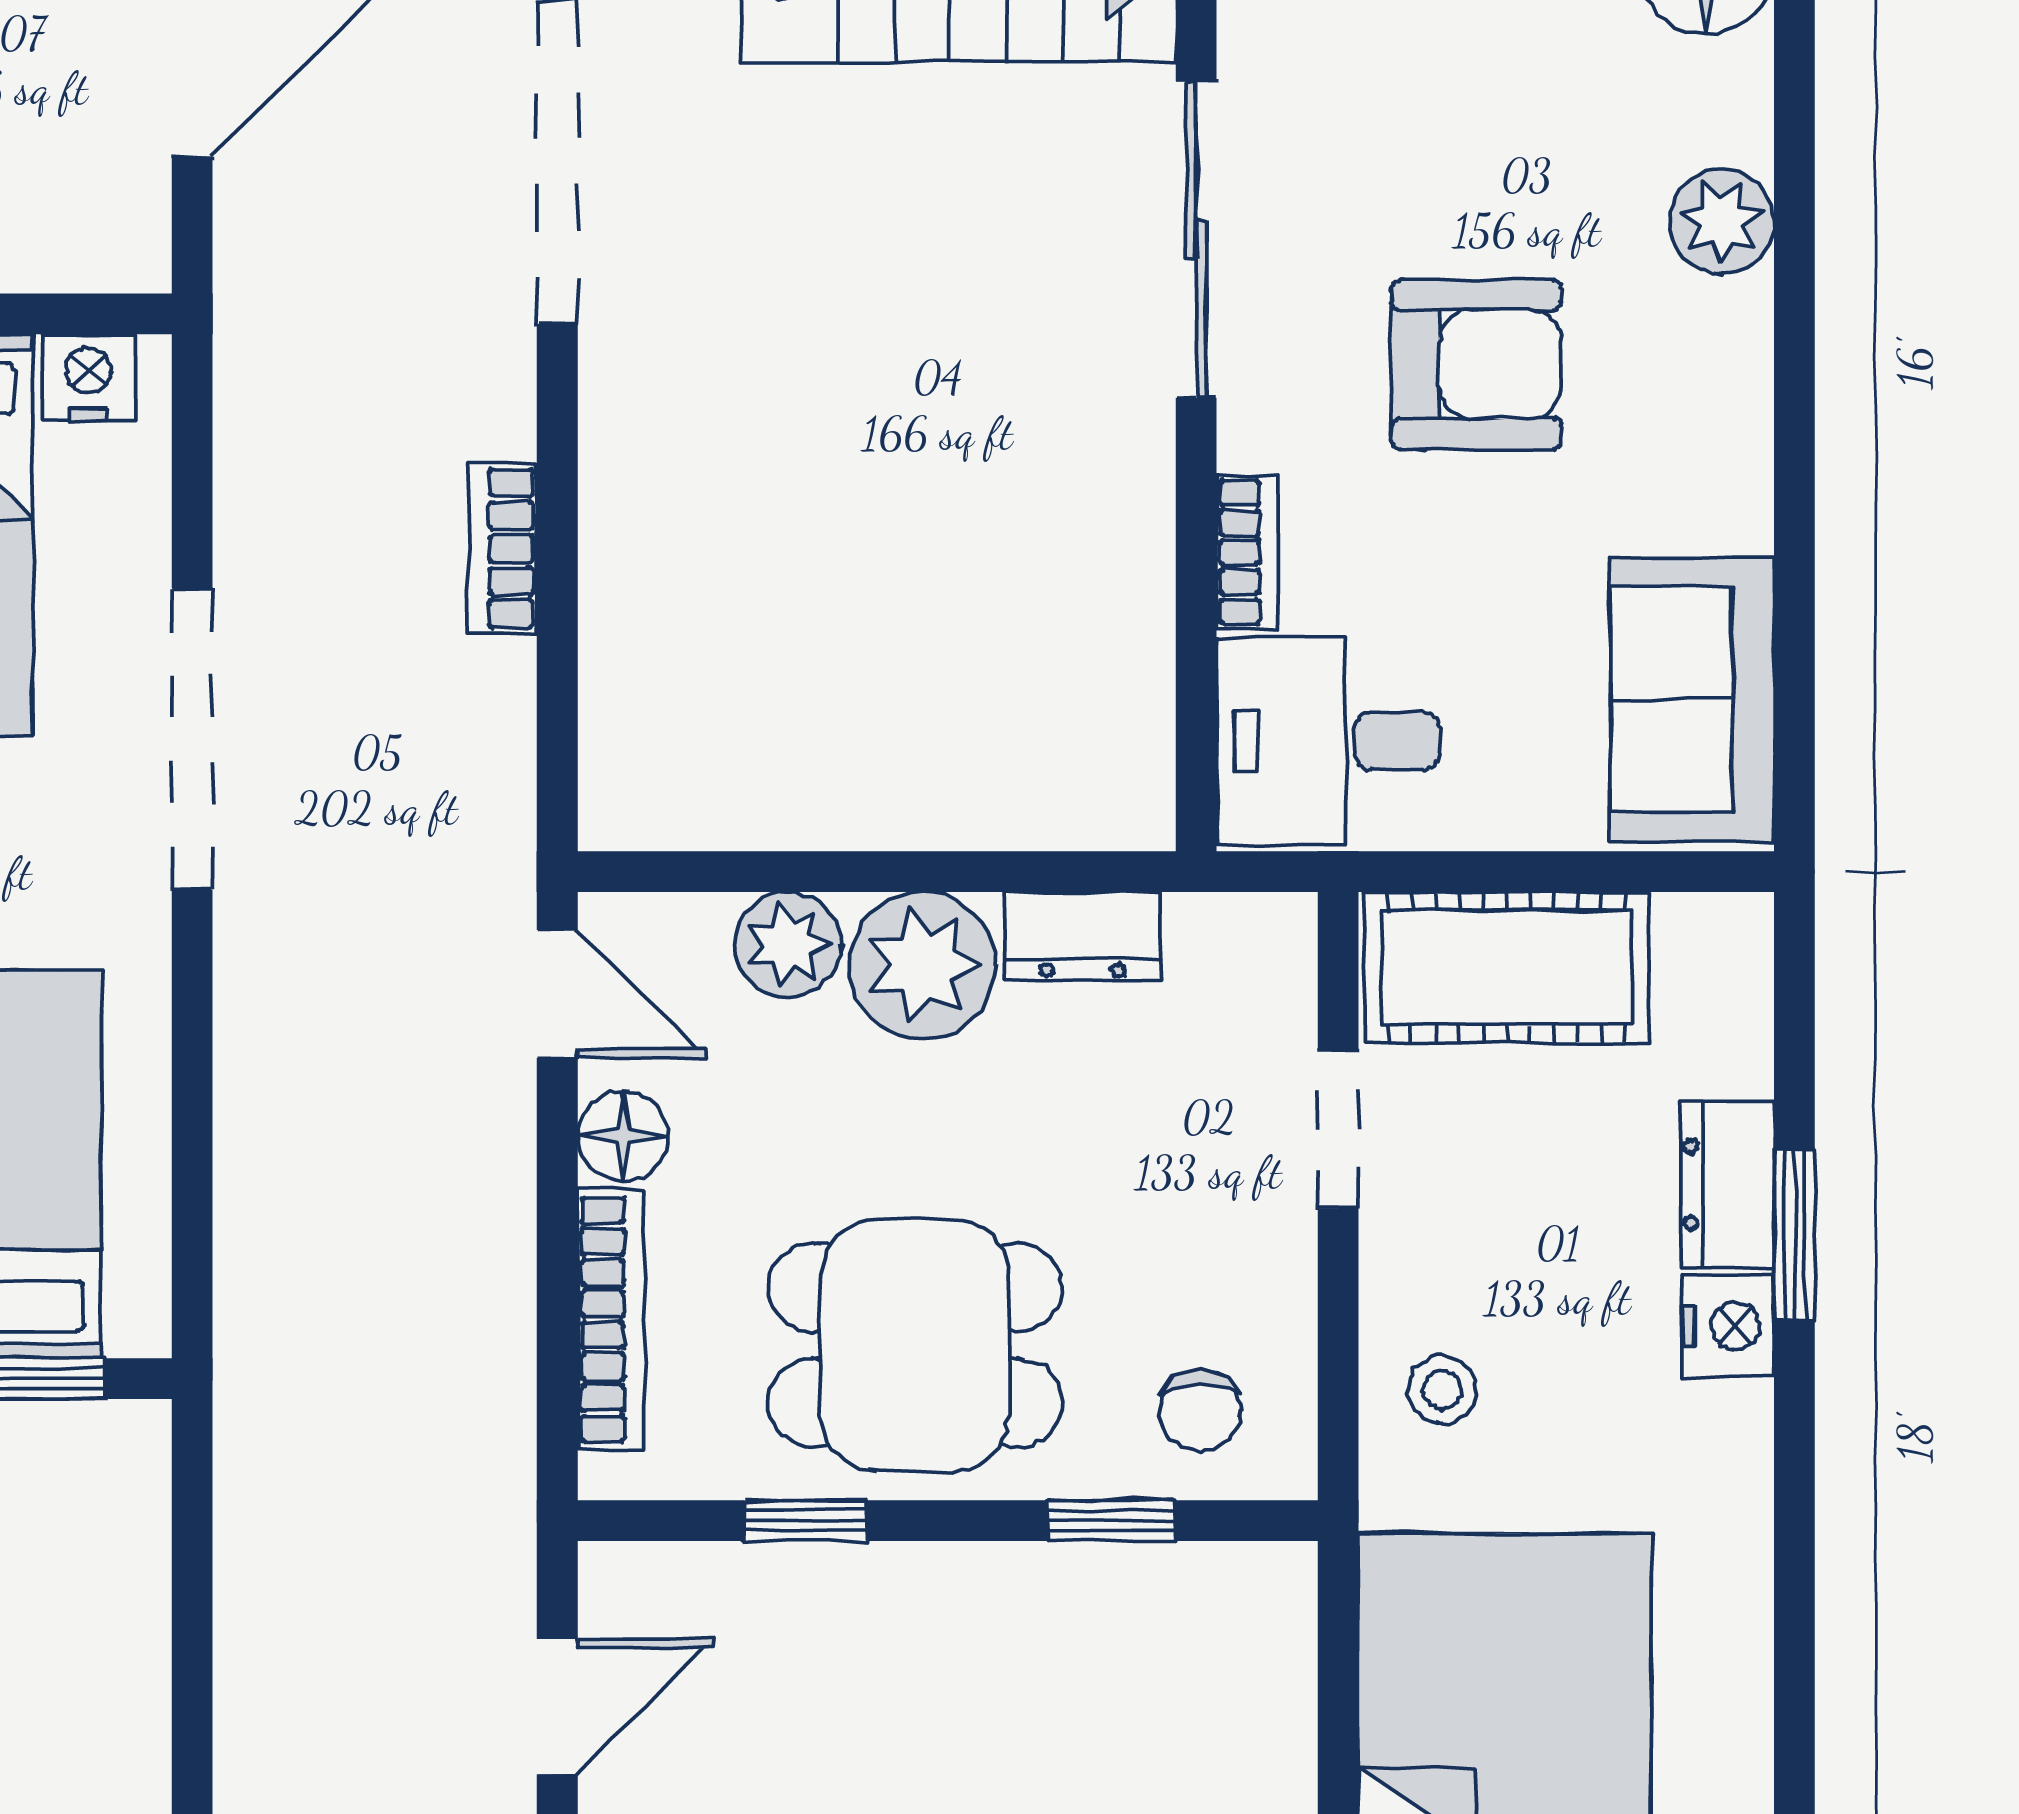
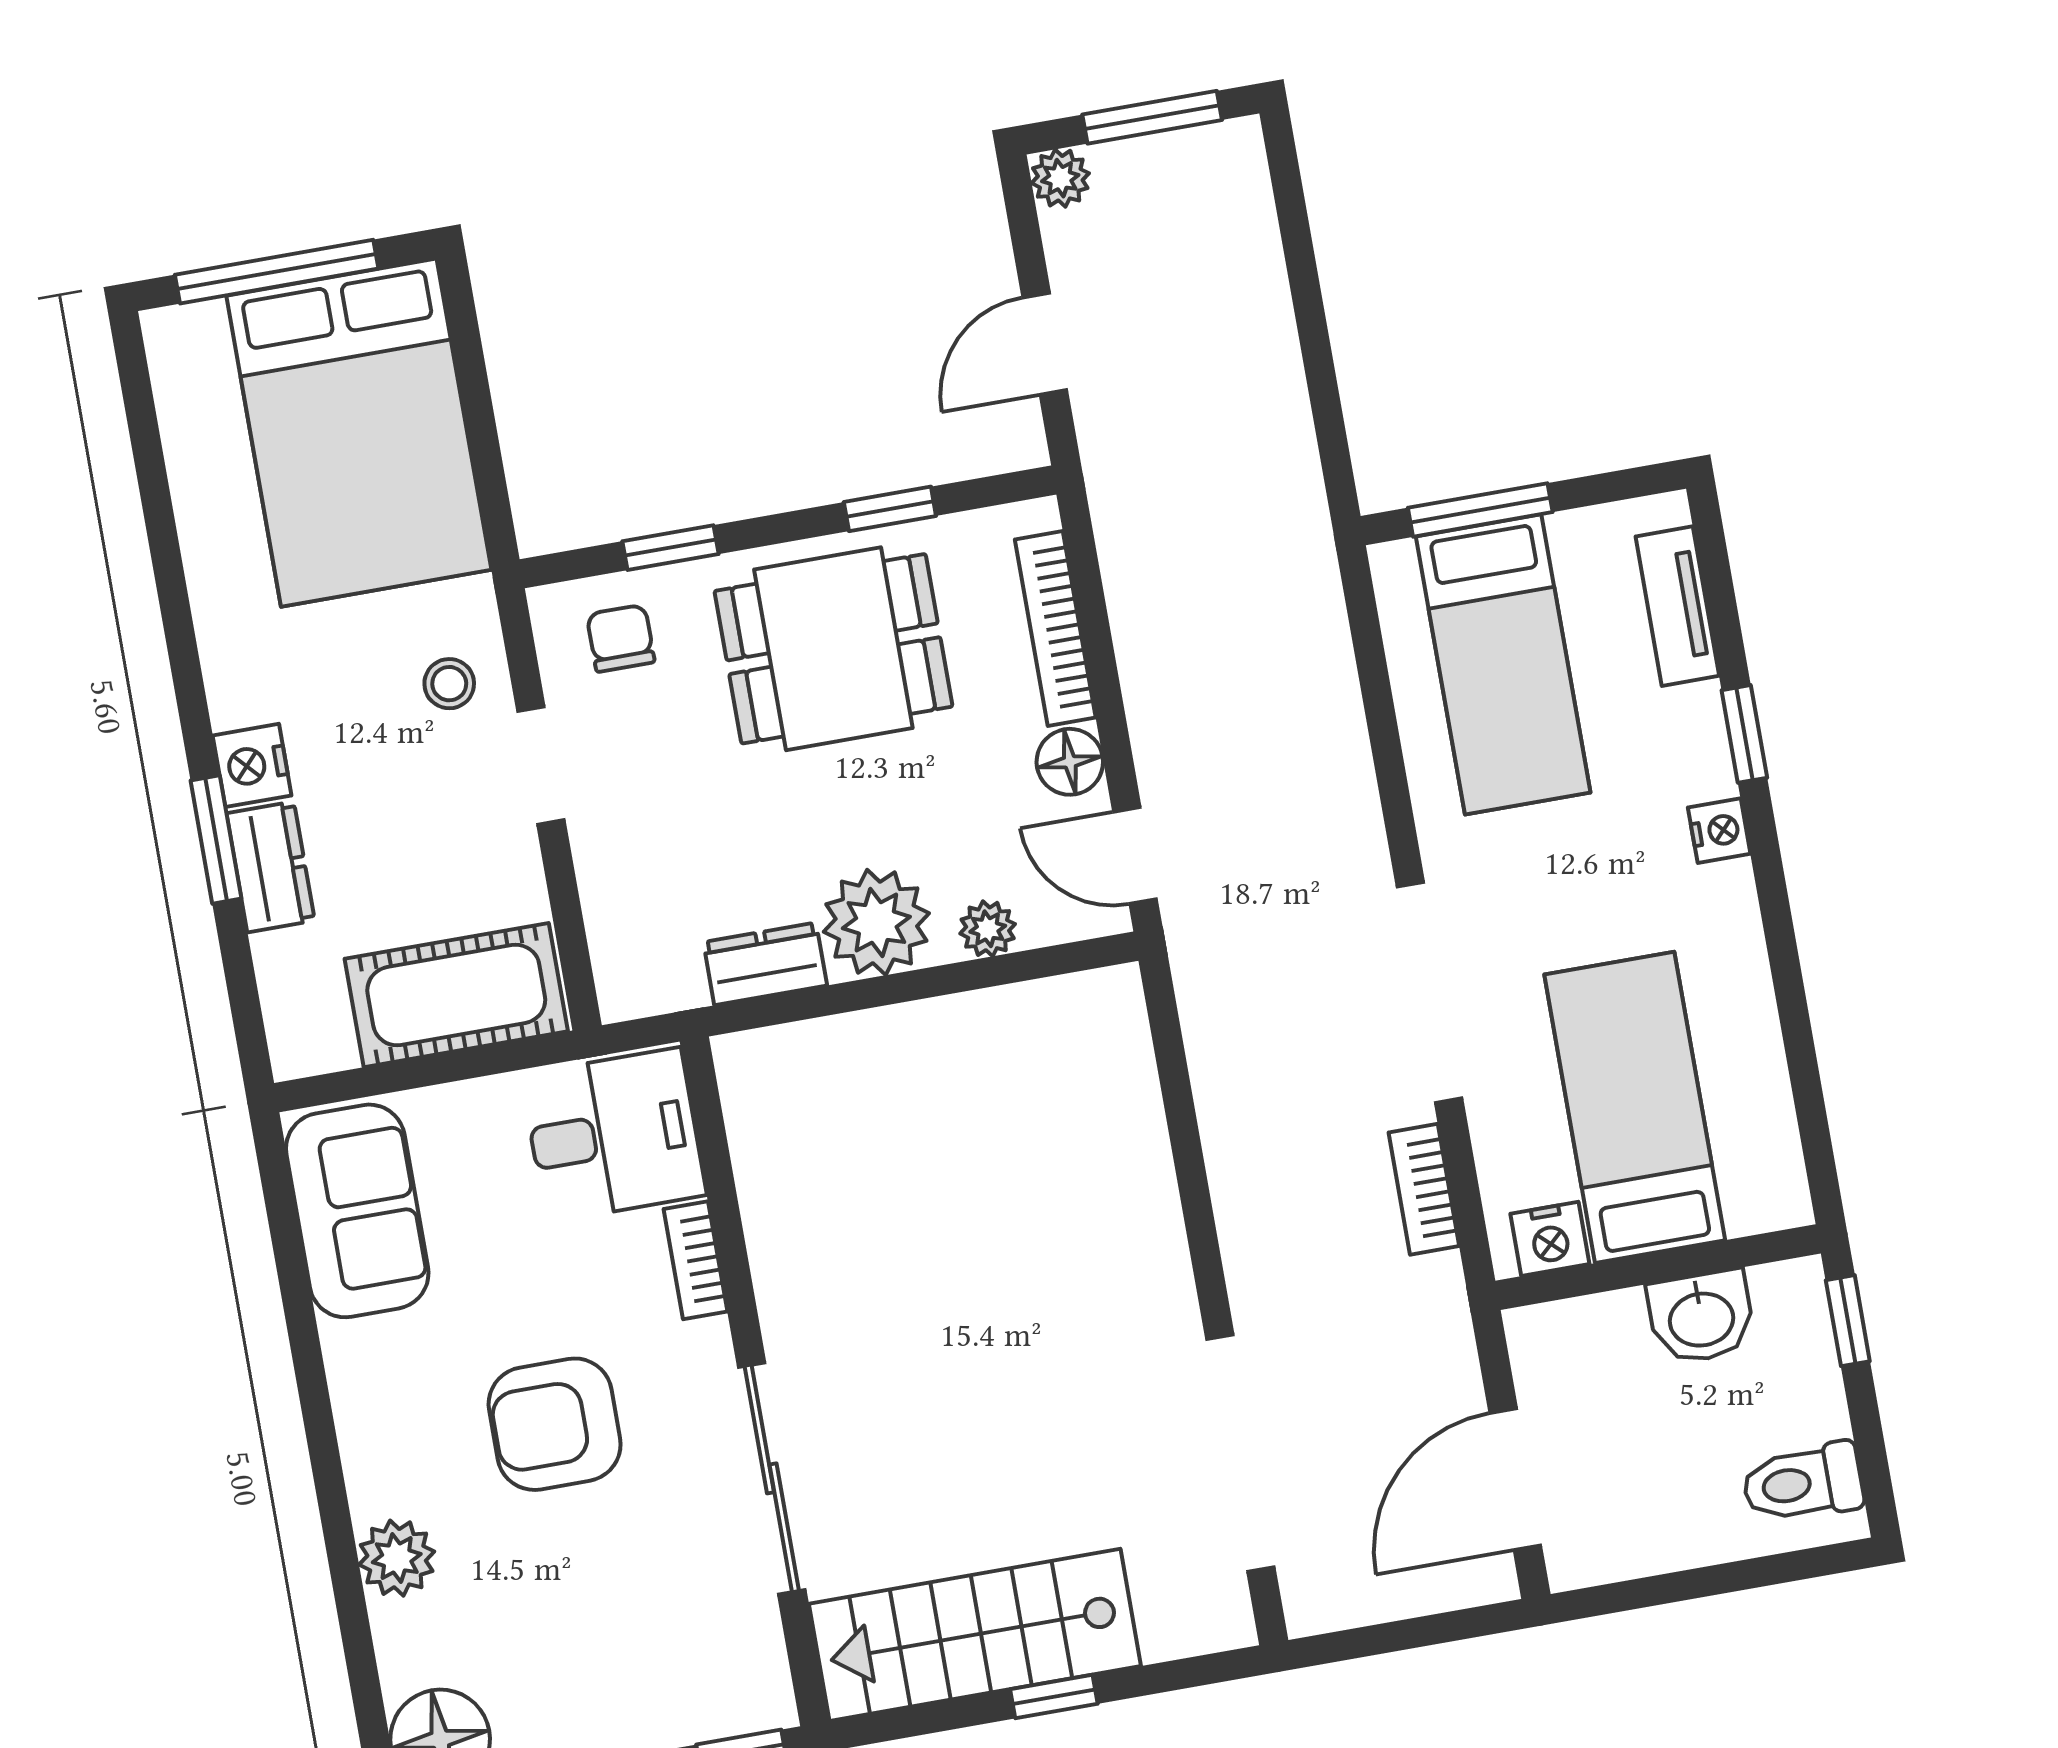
bookcase: (503, 548) -> (1424, 1189), moved, turned 180
plant: (788, 945) -> (988, 929), width x0.73, depth x0.73
doorway: (1338, 1129) -> (541, 765), moved

